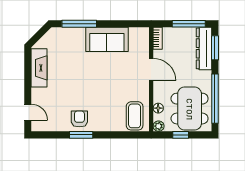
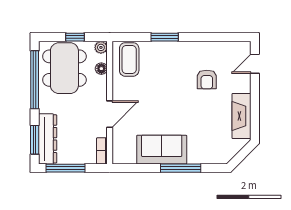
window: (79, 24) -> (181, 168), moved
door: (151, 69) -> (110, 114), swing flipped
door: (28, 112) -> (255, 64), hinge flipped
armchair: (79, 119) -> (207, 80), moved
window: (81, 135) -> (165, 37), moved

